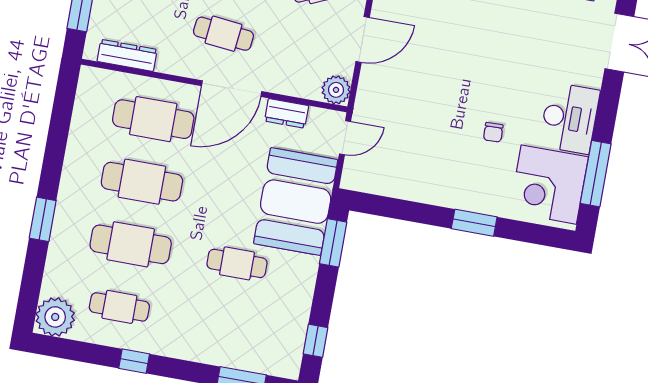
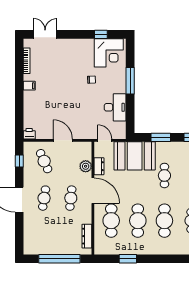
plant: (336, 90) -> (86, 166), moved
desk: (569, 118) -> (115, 107), moved, turned 90
window: (596, 174) -> (101, 34), width x0.46
window: (43, 219) -> (128, 259), moved
window: (474, 223) -> (130, 81), width x1.44
window: (333, 243) -> (161, 137), moved

